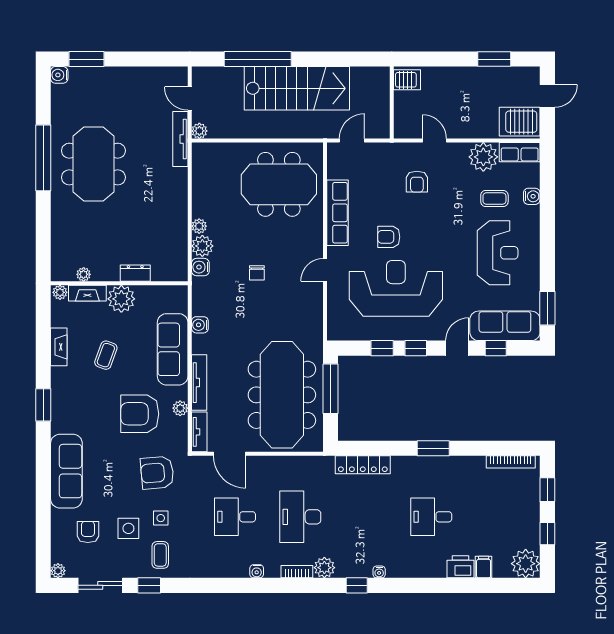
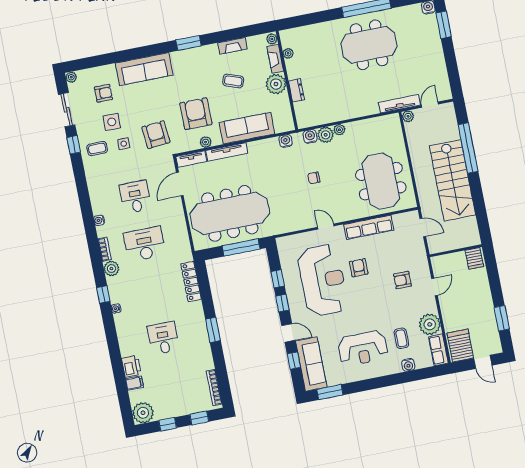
water cooler: (200, 325) -> (286, 141), moved

